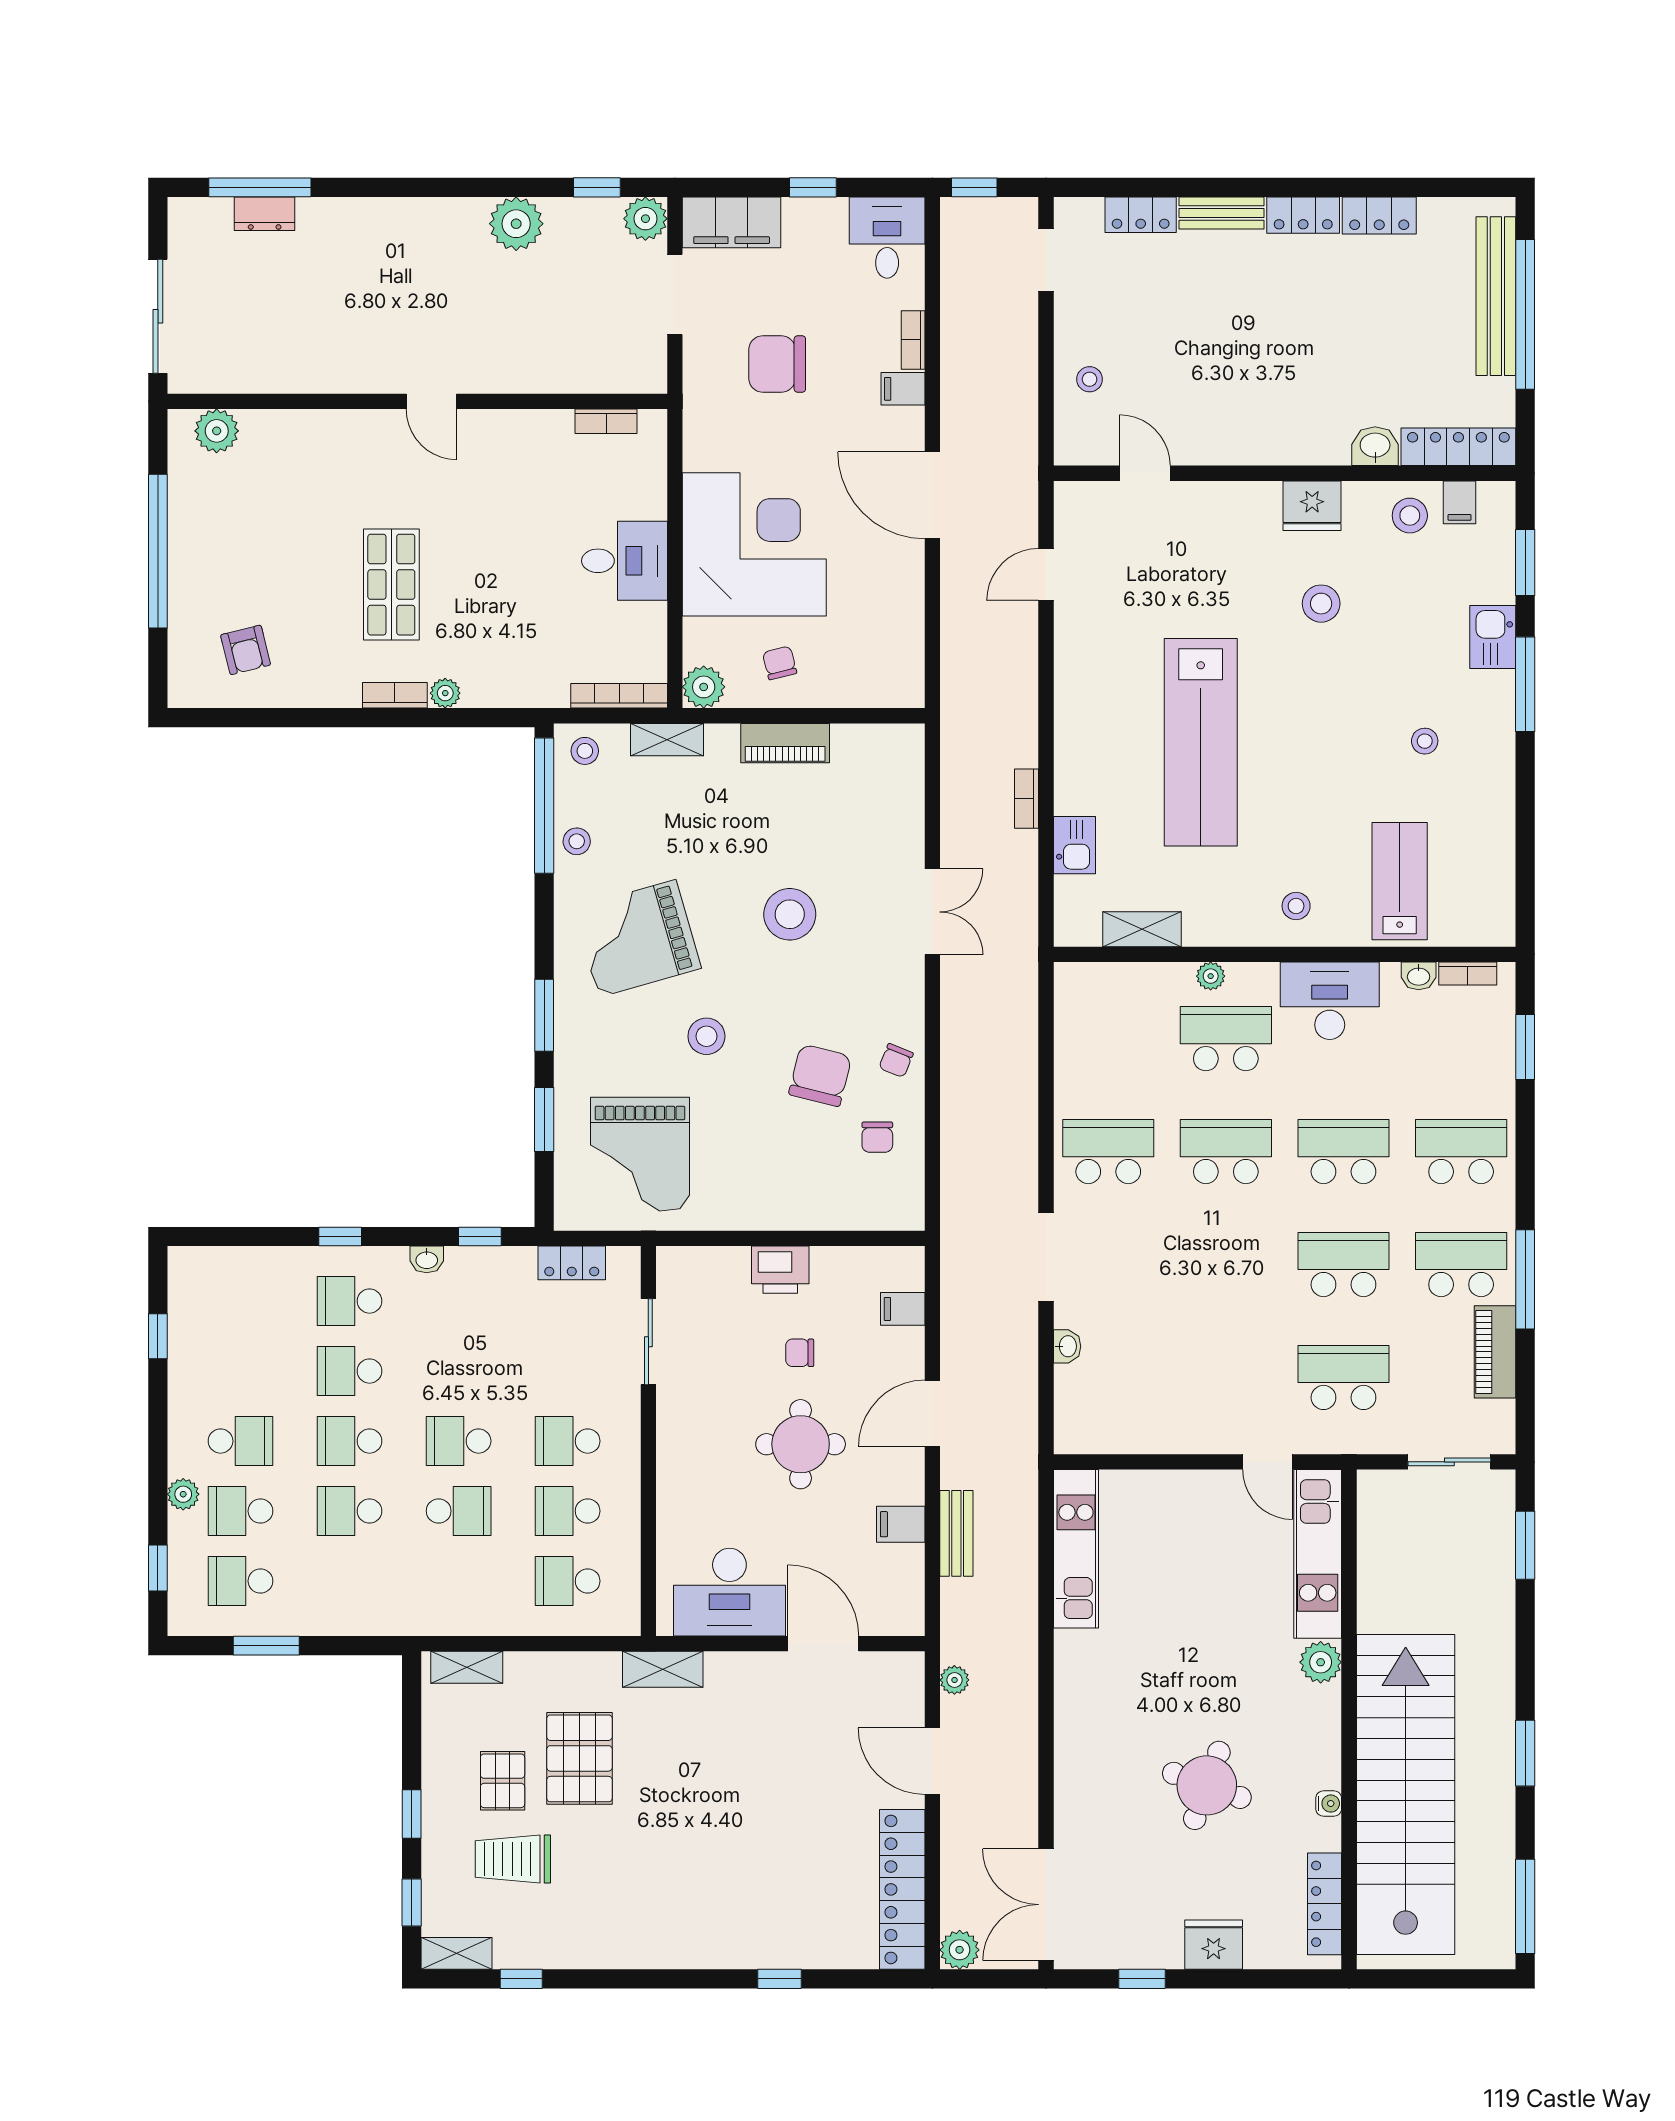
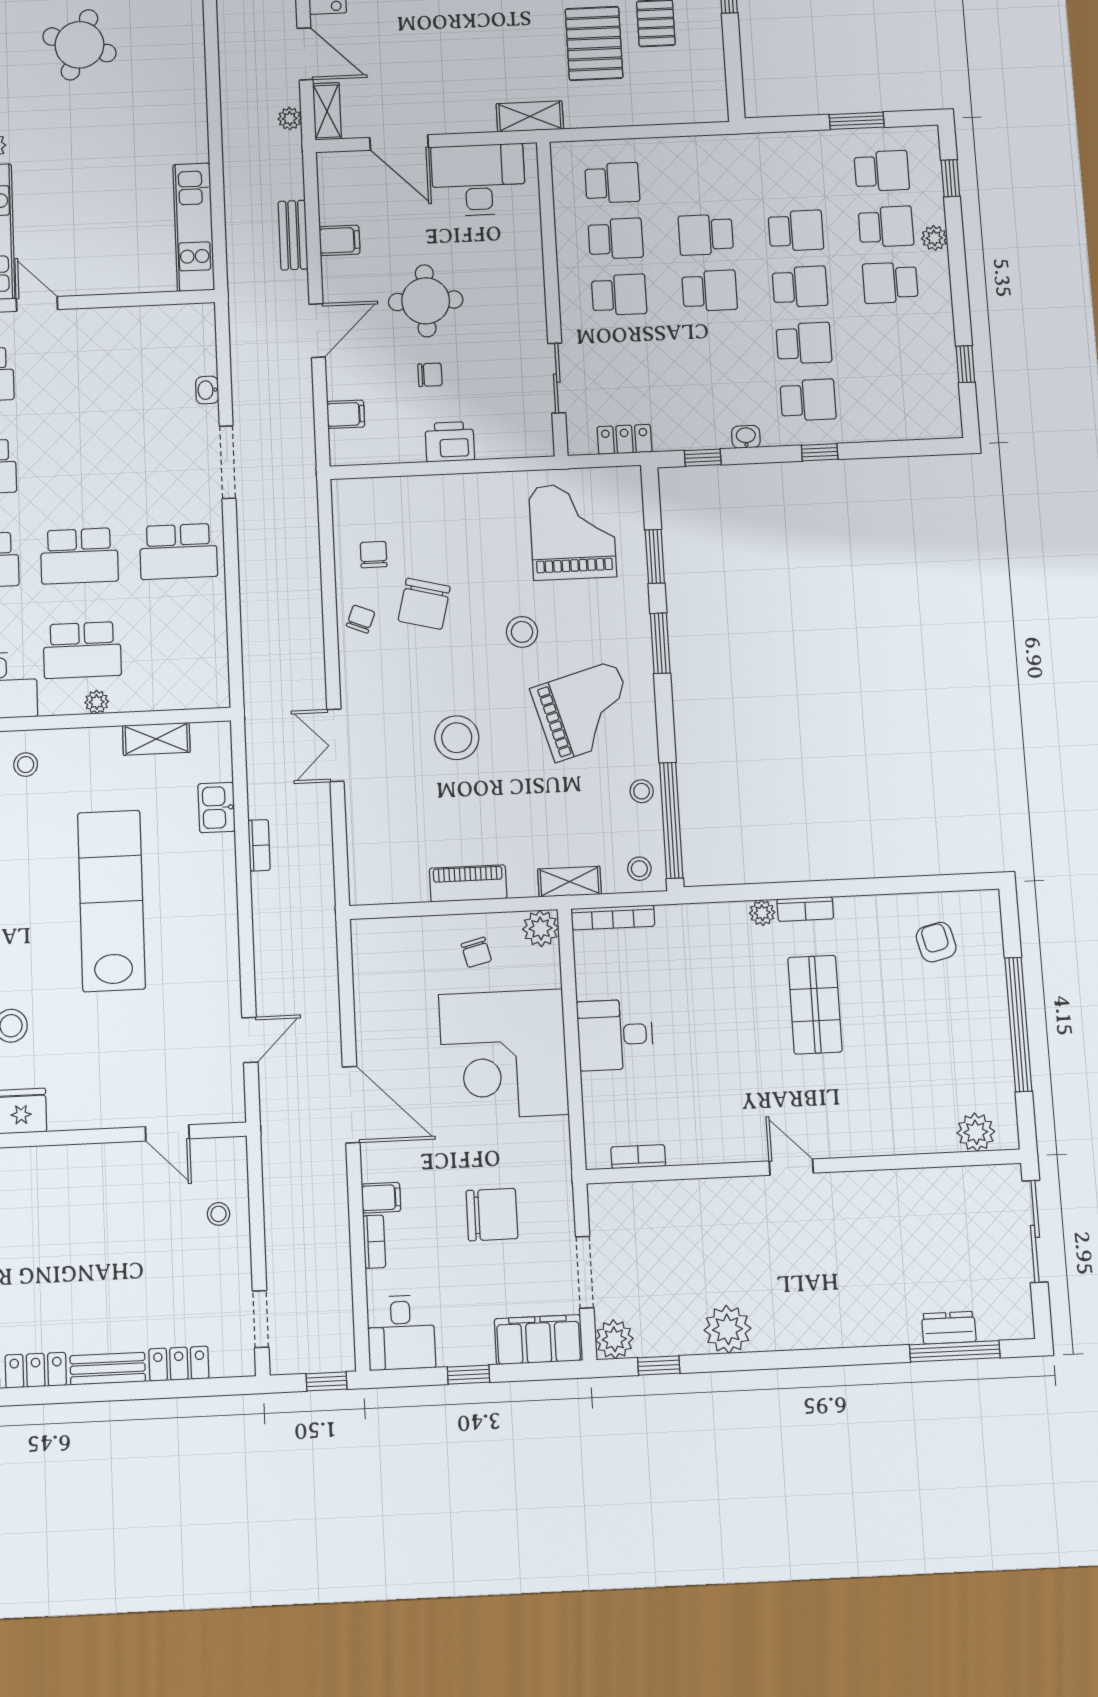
shelving: (467, 1667) -> (327, 111), moved, turned 90

